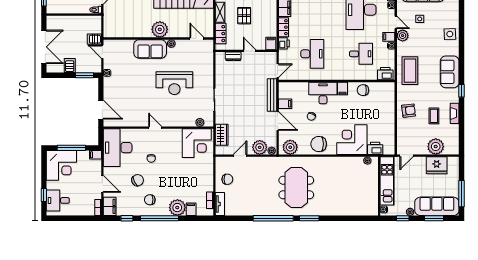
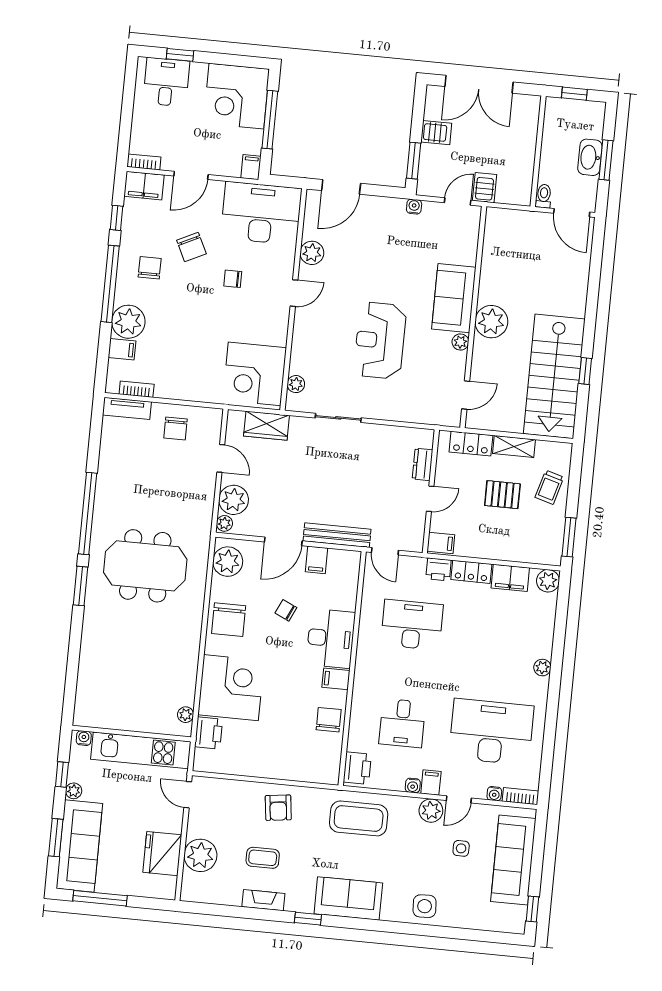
desk: (312, 54) -> (412, 625), turned 180
plant: (135, 121) -> (312, 253), added
chair: (319, 144) -> (229, 620), turned 180

